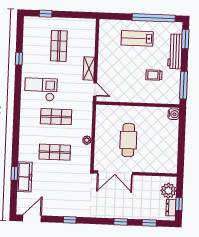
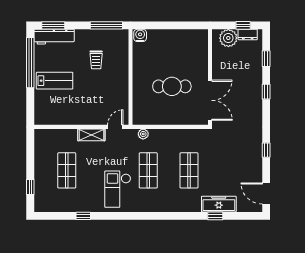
lab bench: (137, 38) -> (55, 81), turned -90
shop shelf: (59, 46) -> (67, 170), turned 90
workbench: (175, 51) -> (54, 37), moved
plant: (87, 140) -> (143, 134), moved

